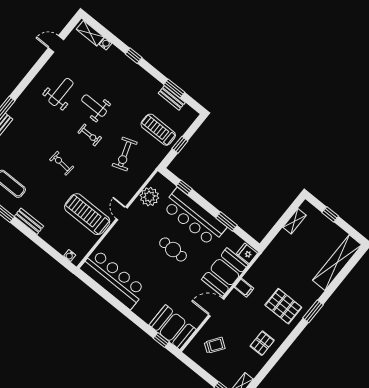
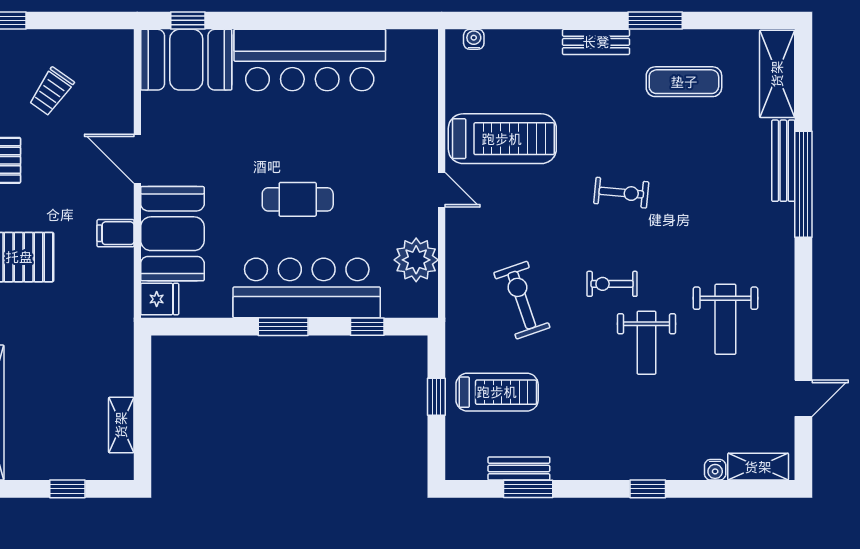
weight bench: (94, 106) -> (647, 343), turned 90
window: (226, 221) -> (283, 327), moved
bar counter: (113, 279) -> (310, 60), moved
door: (216, 307) -> (137, 159), swing flipped
trolley: (215, 345) -> (51, 92), moved

